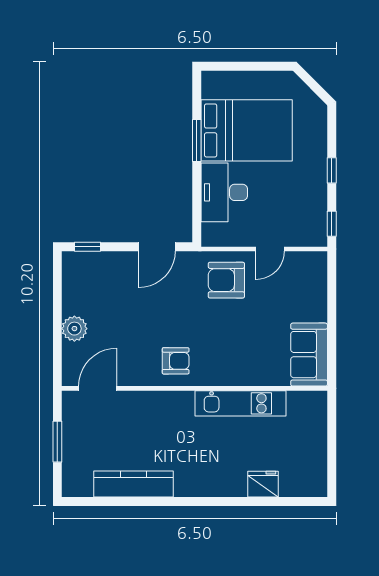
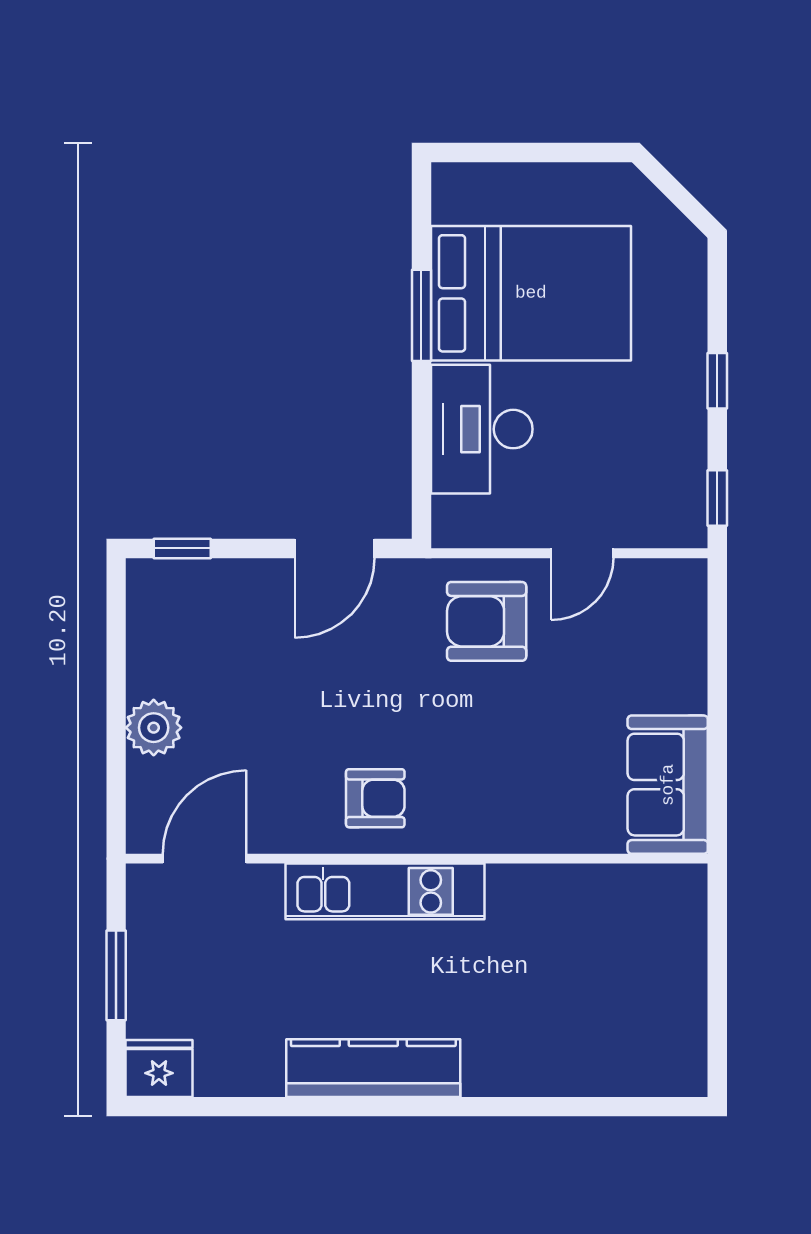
kitchen unit: (241, 403) -> (385, 891), moved
kitchen counter: (133, 484) -> (373, 1068), moved
fridge: (263, 484) -> (159, 1068), moved

